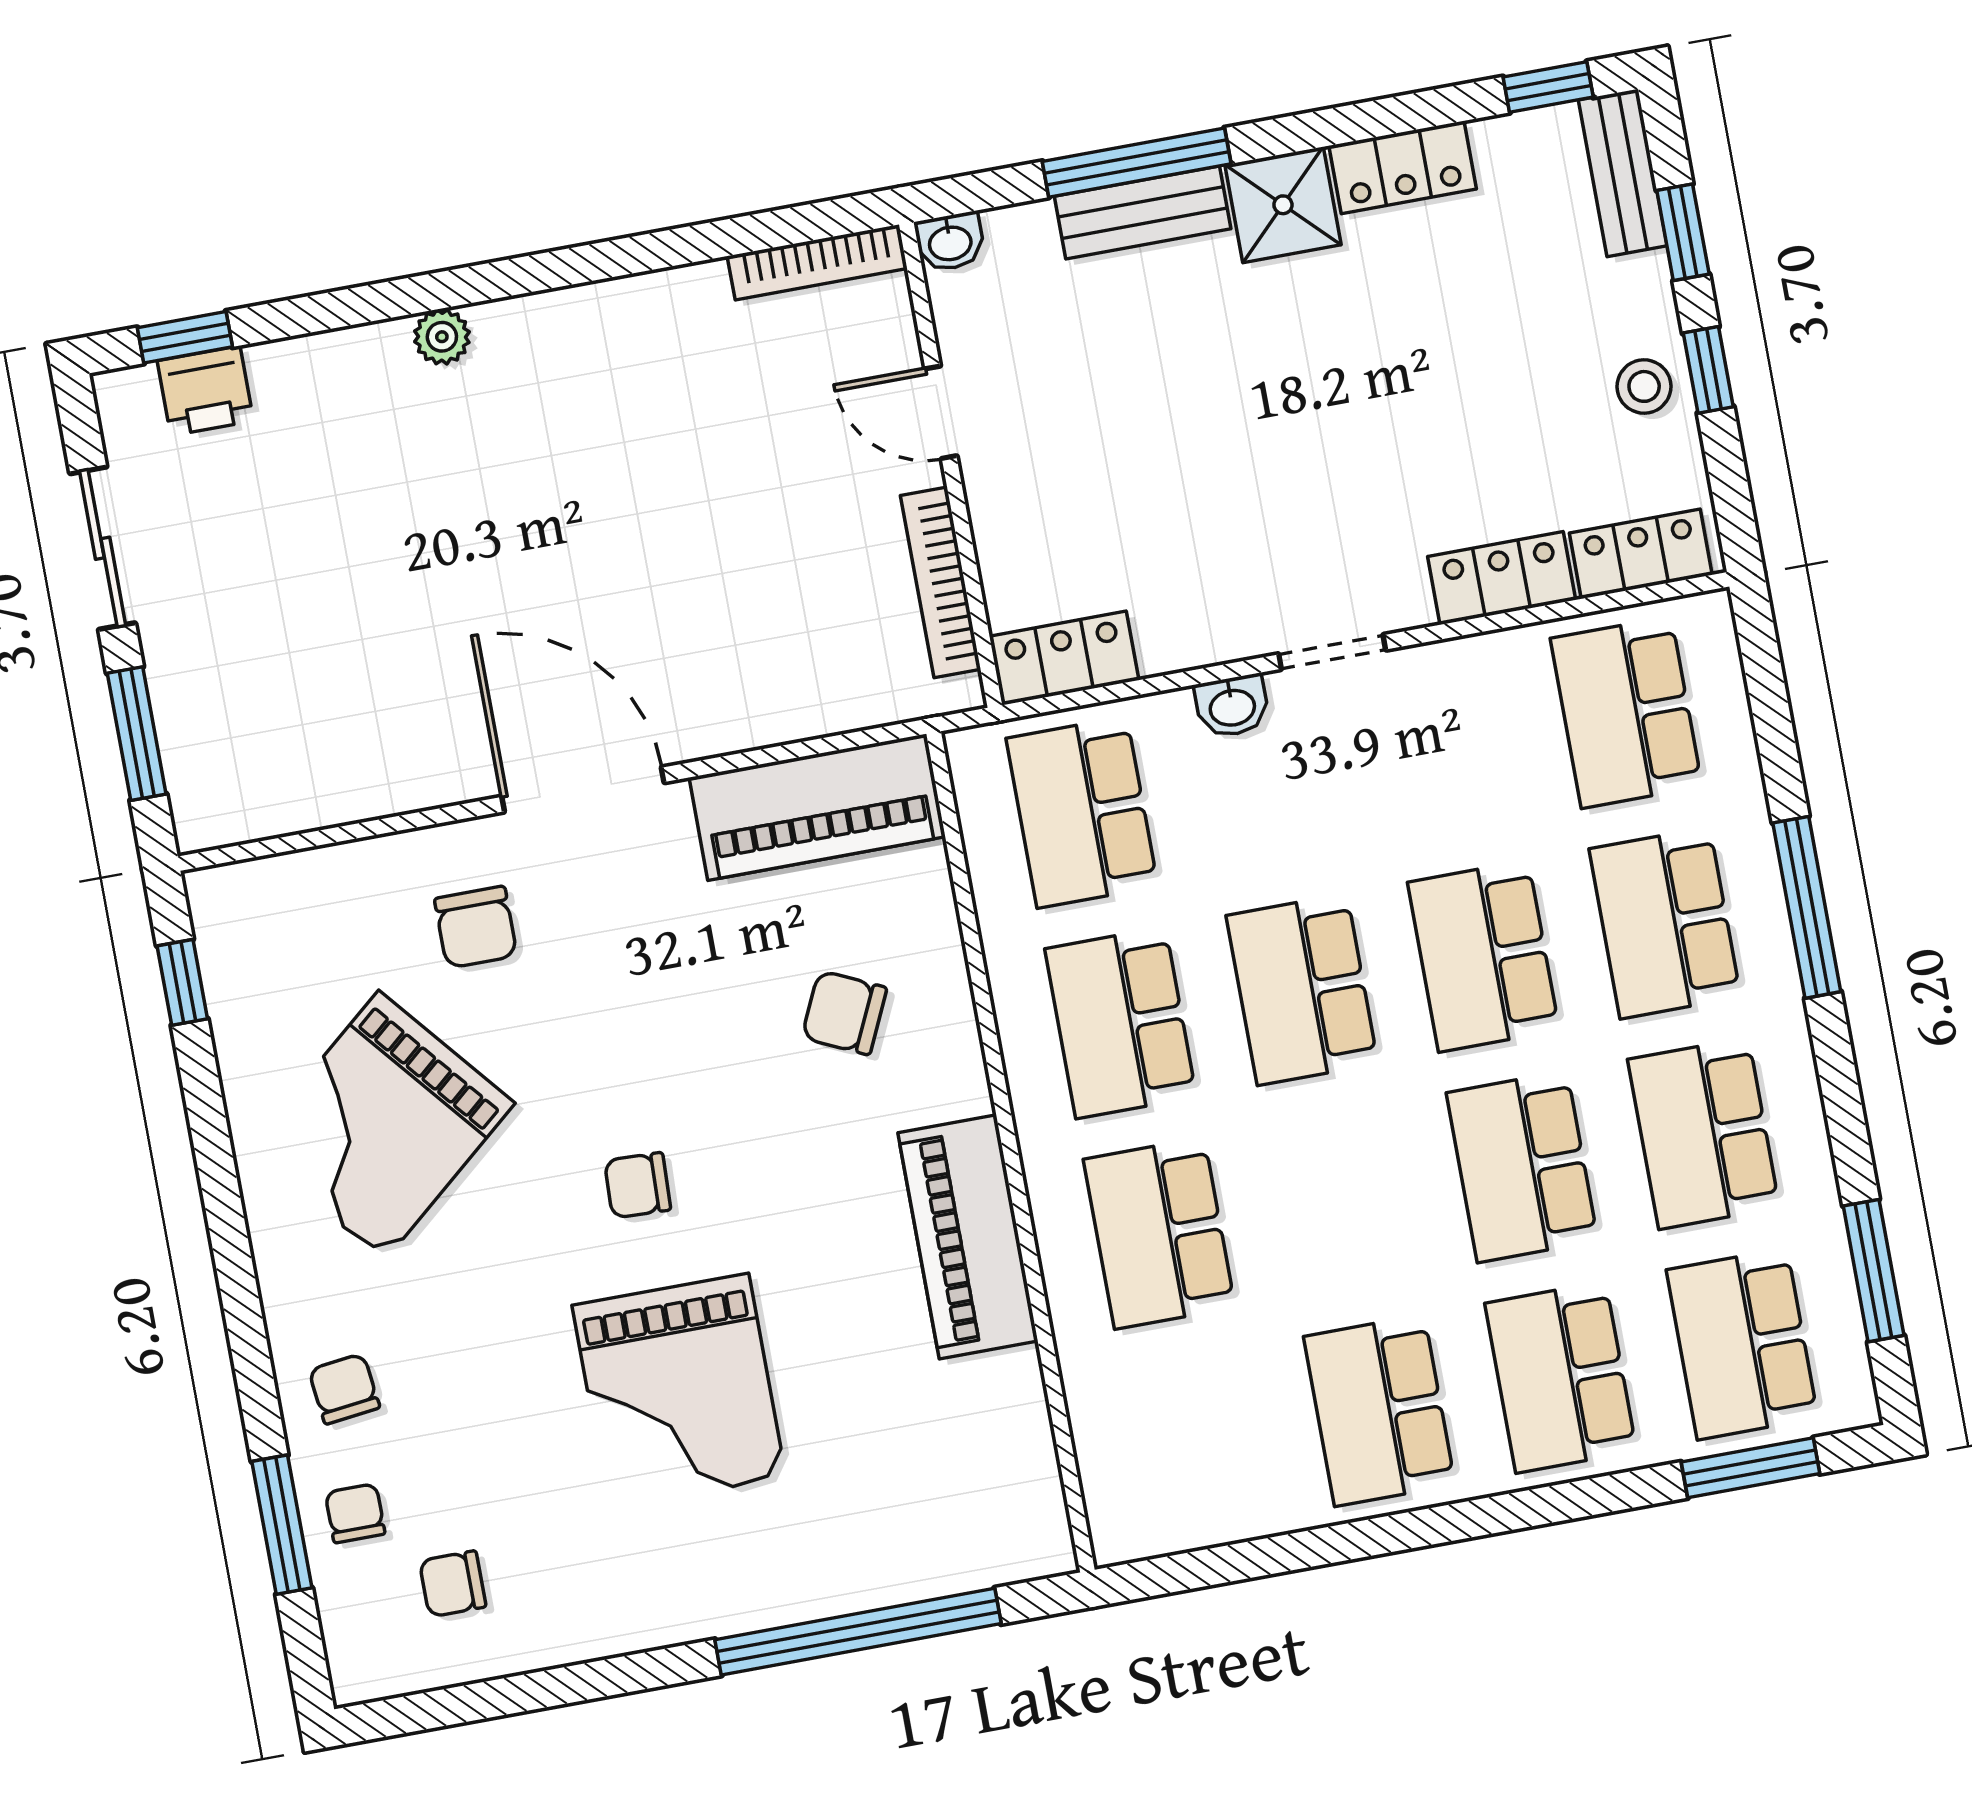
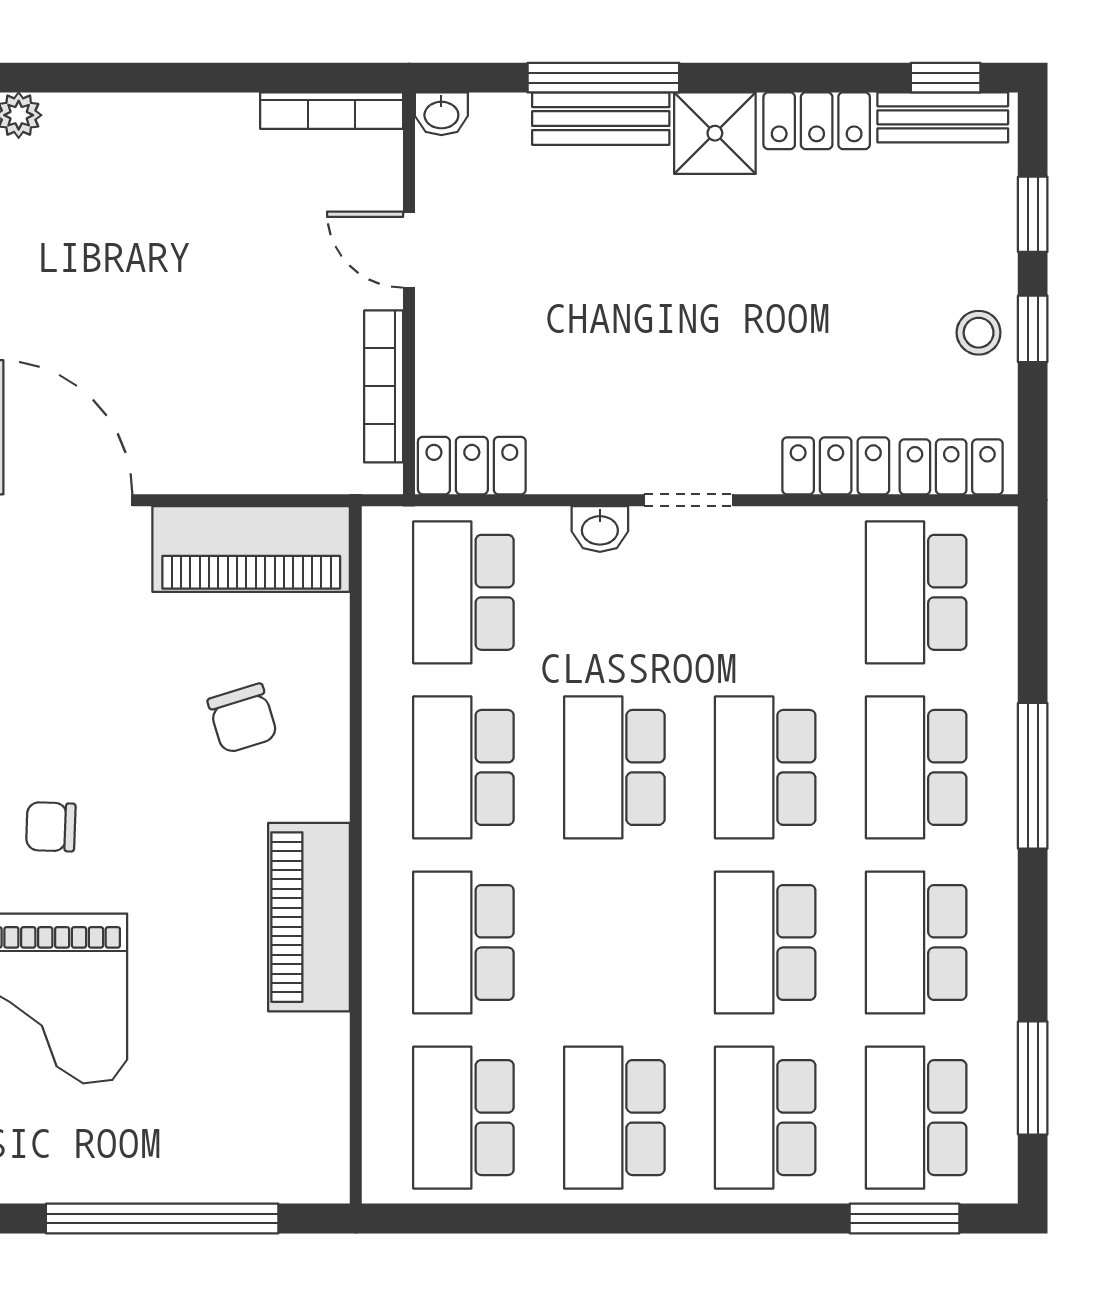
bench: (1623, 173) -> (943, 117), moved, turned 90
chair: (844, 1013) -> (243, 718), turned -132
school desk: (1198, 1444) -> (463, 1118), added

